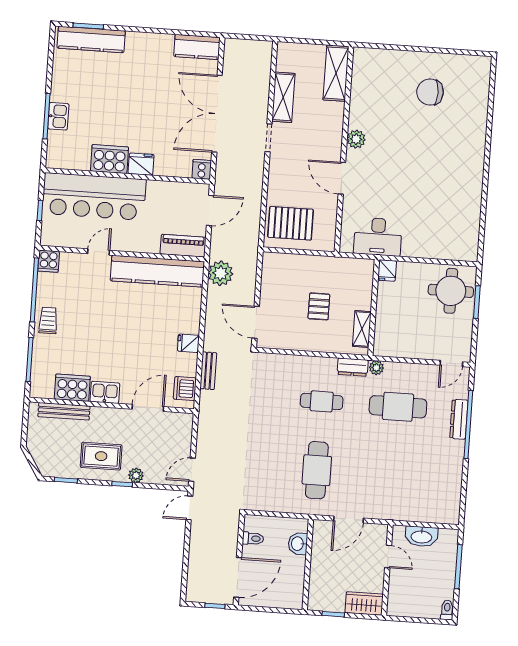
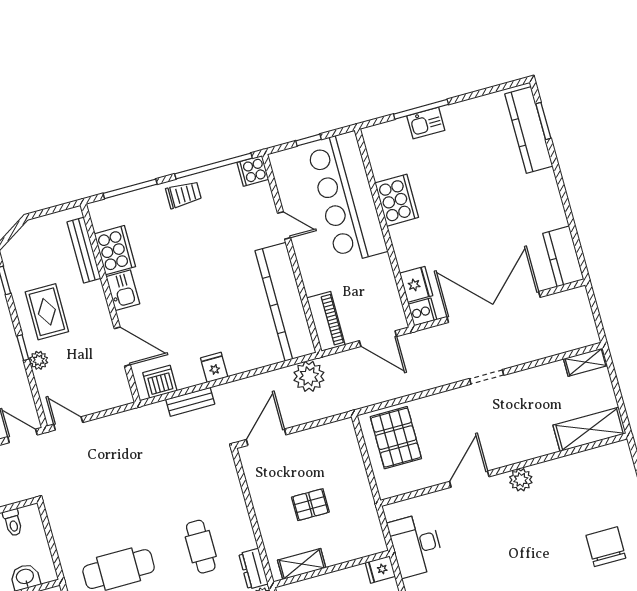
shelving: (283, 97) -> (585, 362), moved, width x0.67, depth x0.75
fridge: (141, 164) -> (416, 284), moved

